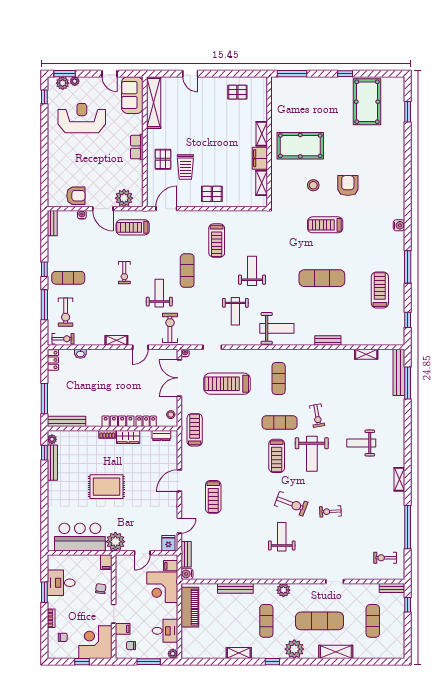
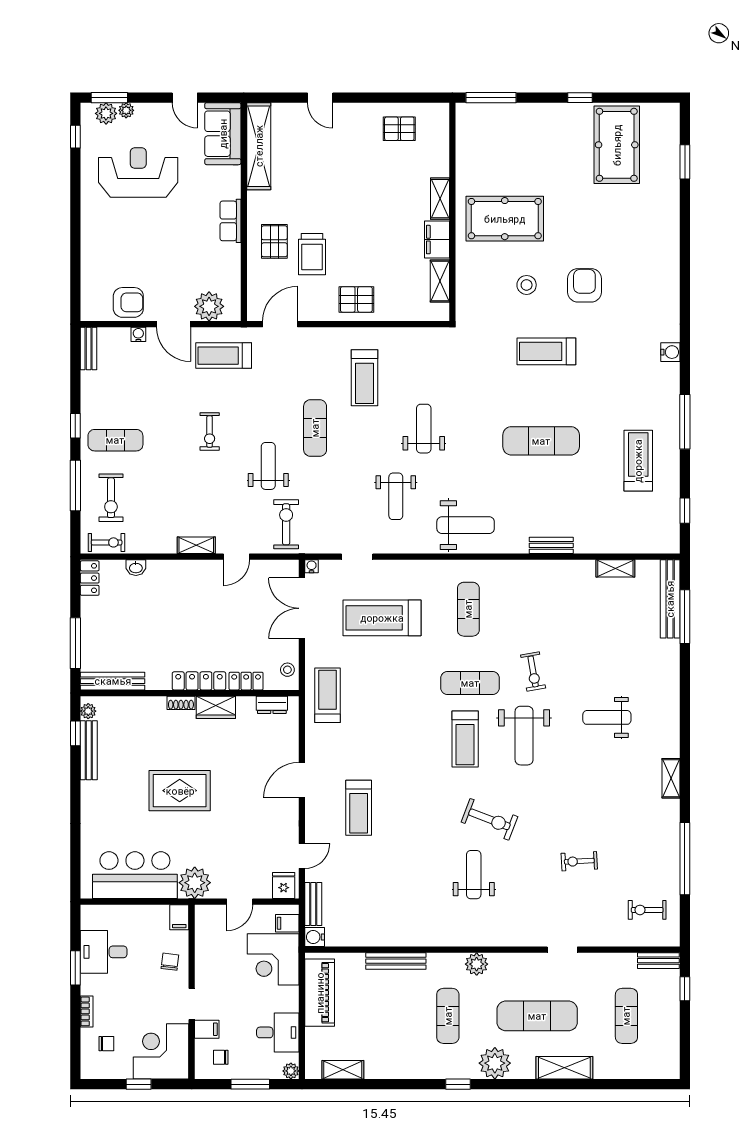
exercise bike: (330, 511) -> (579, 861), moved
shelving: (239, 653) -> (343, 1070), moved

